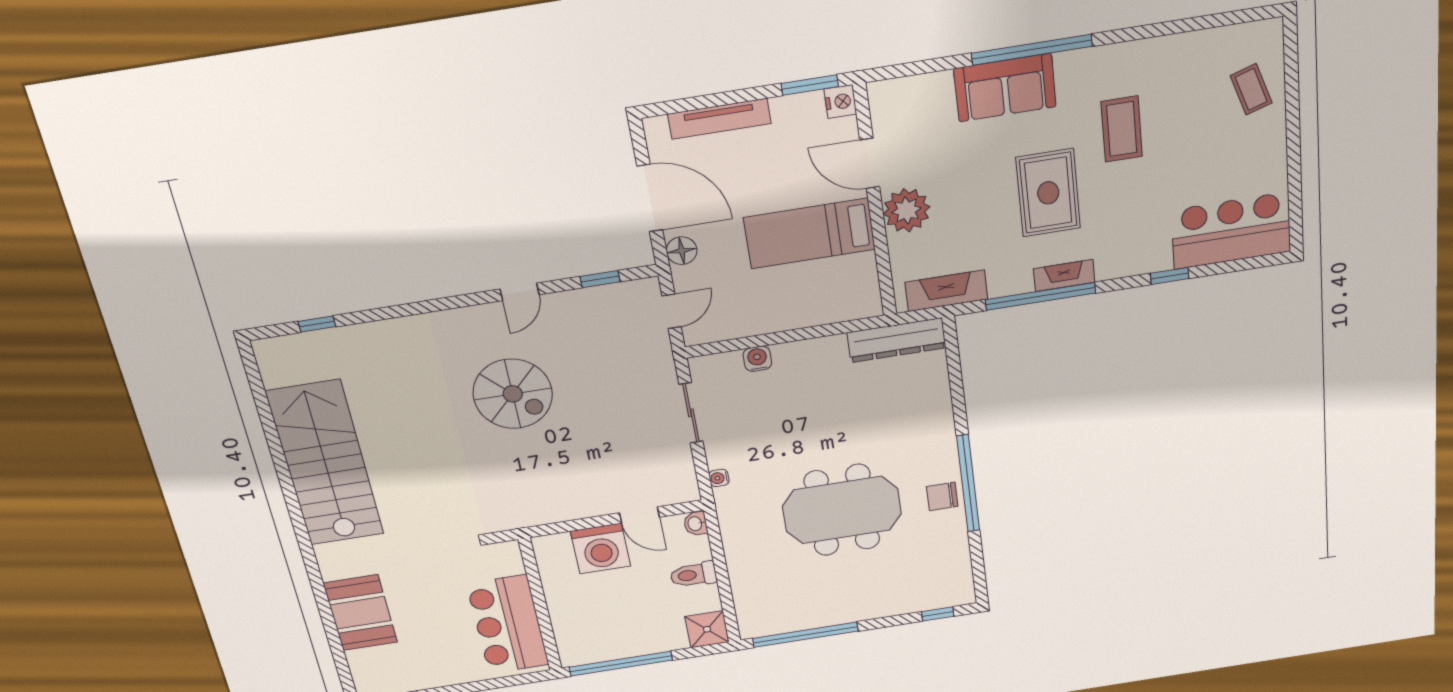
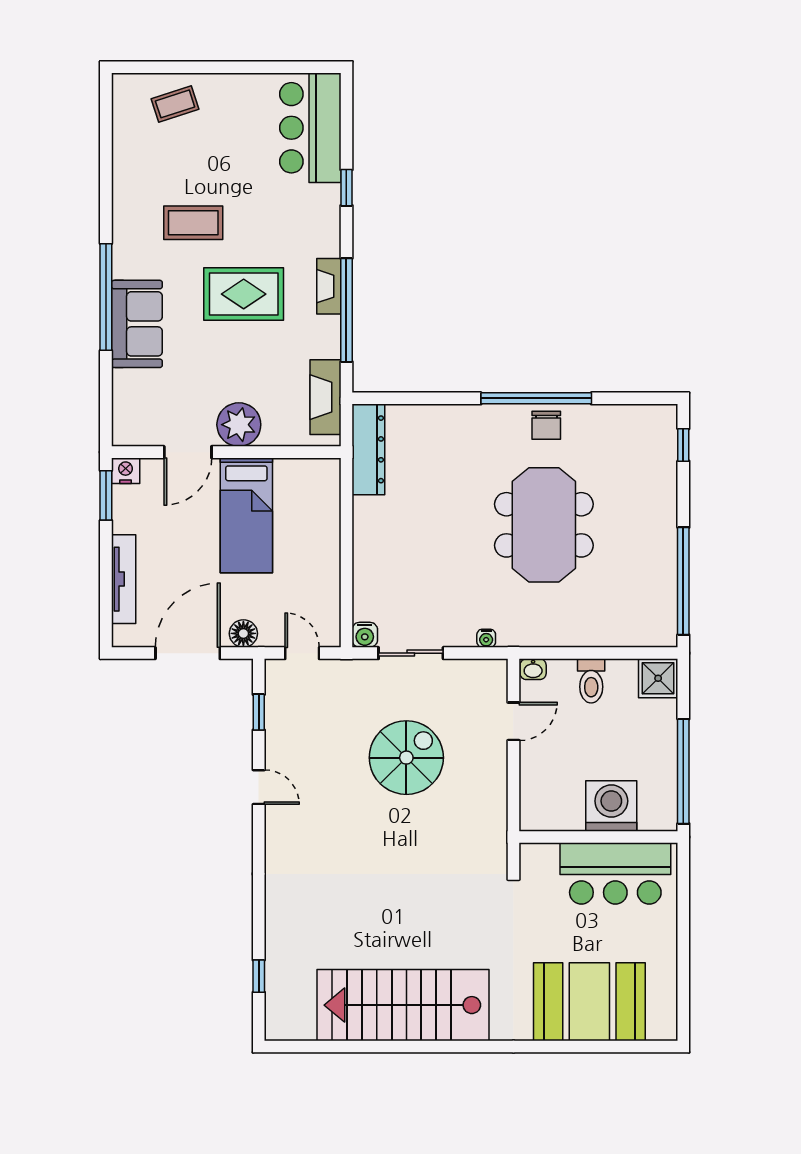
water cooler: (757, 359) -> (365, 635), moved, turned -90
spiral stairs: (513, 394) -> (406, 758), moved
washing machine: (601, 549) -> (611, 806), moved, turned -90
booth: (360, 613) -> (589, 1002), width x1.36, depth x1.42

